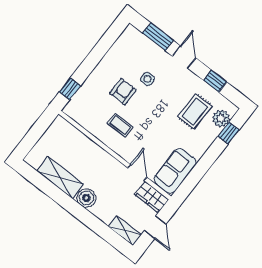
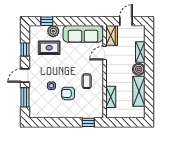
plant: (221, 118) -> (53, 31), moved
shelving: (80, 139) -> (111, 97), added
sofa: (175, 171) -> (83, 34), width x1.36
shelving: (125, 231) -> (140, 52), moved

